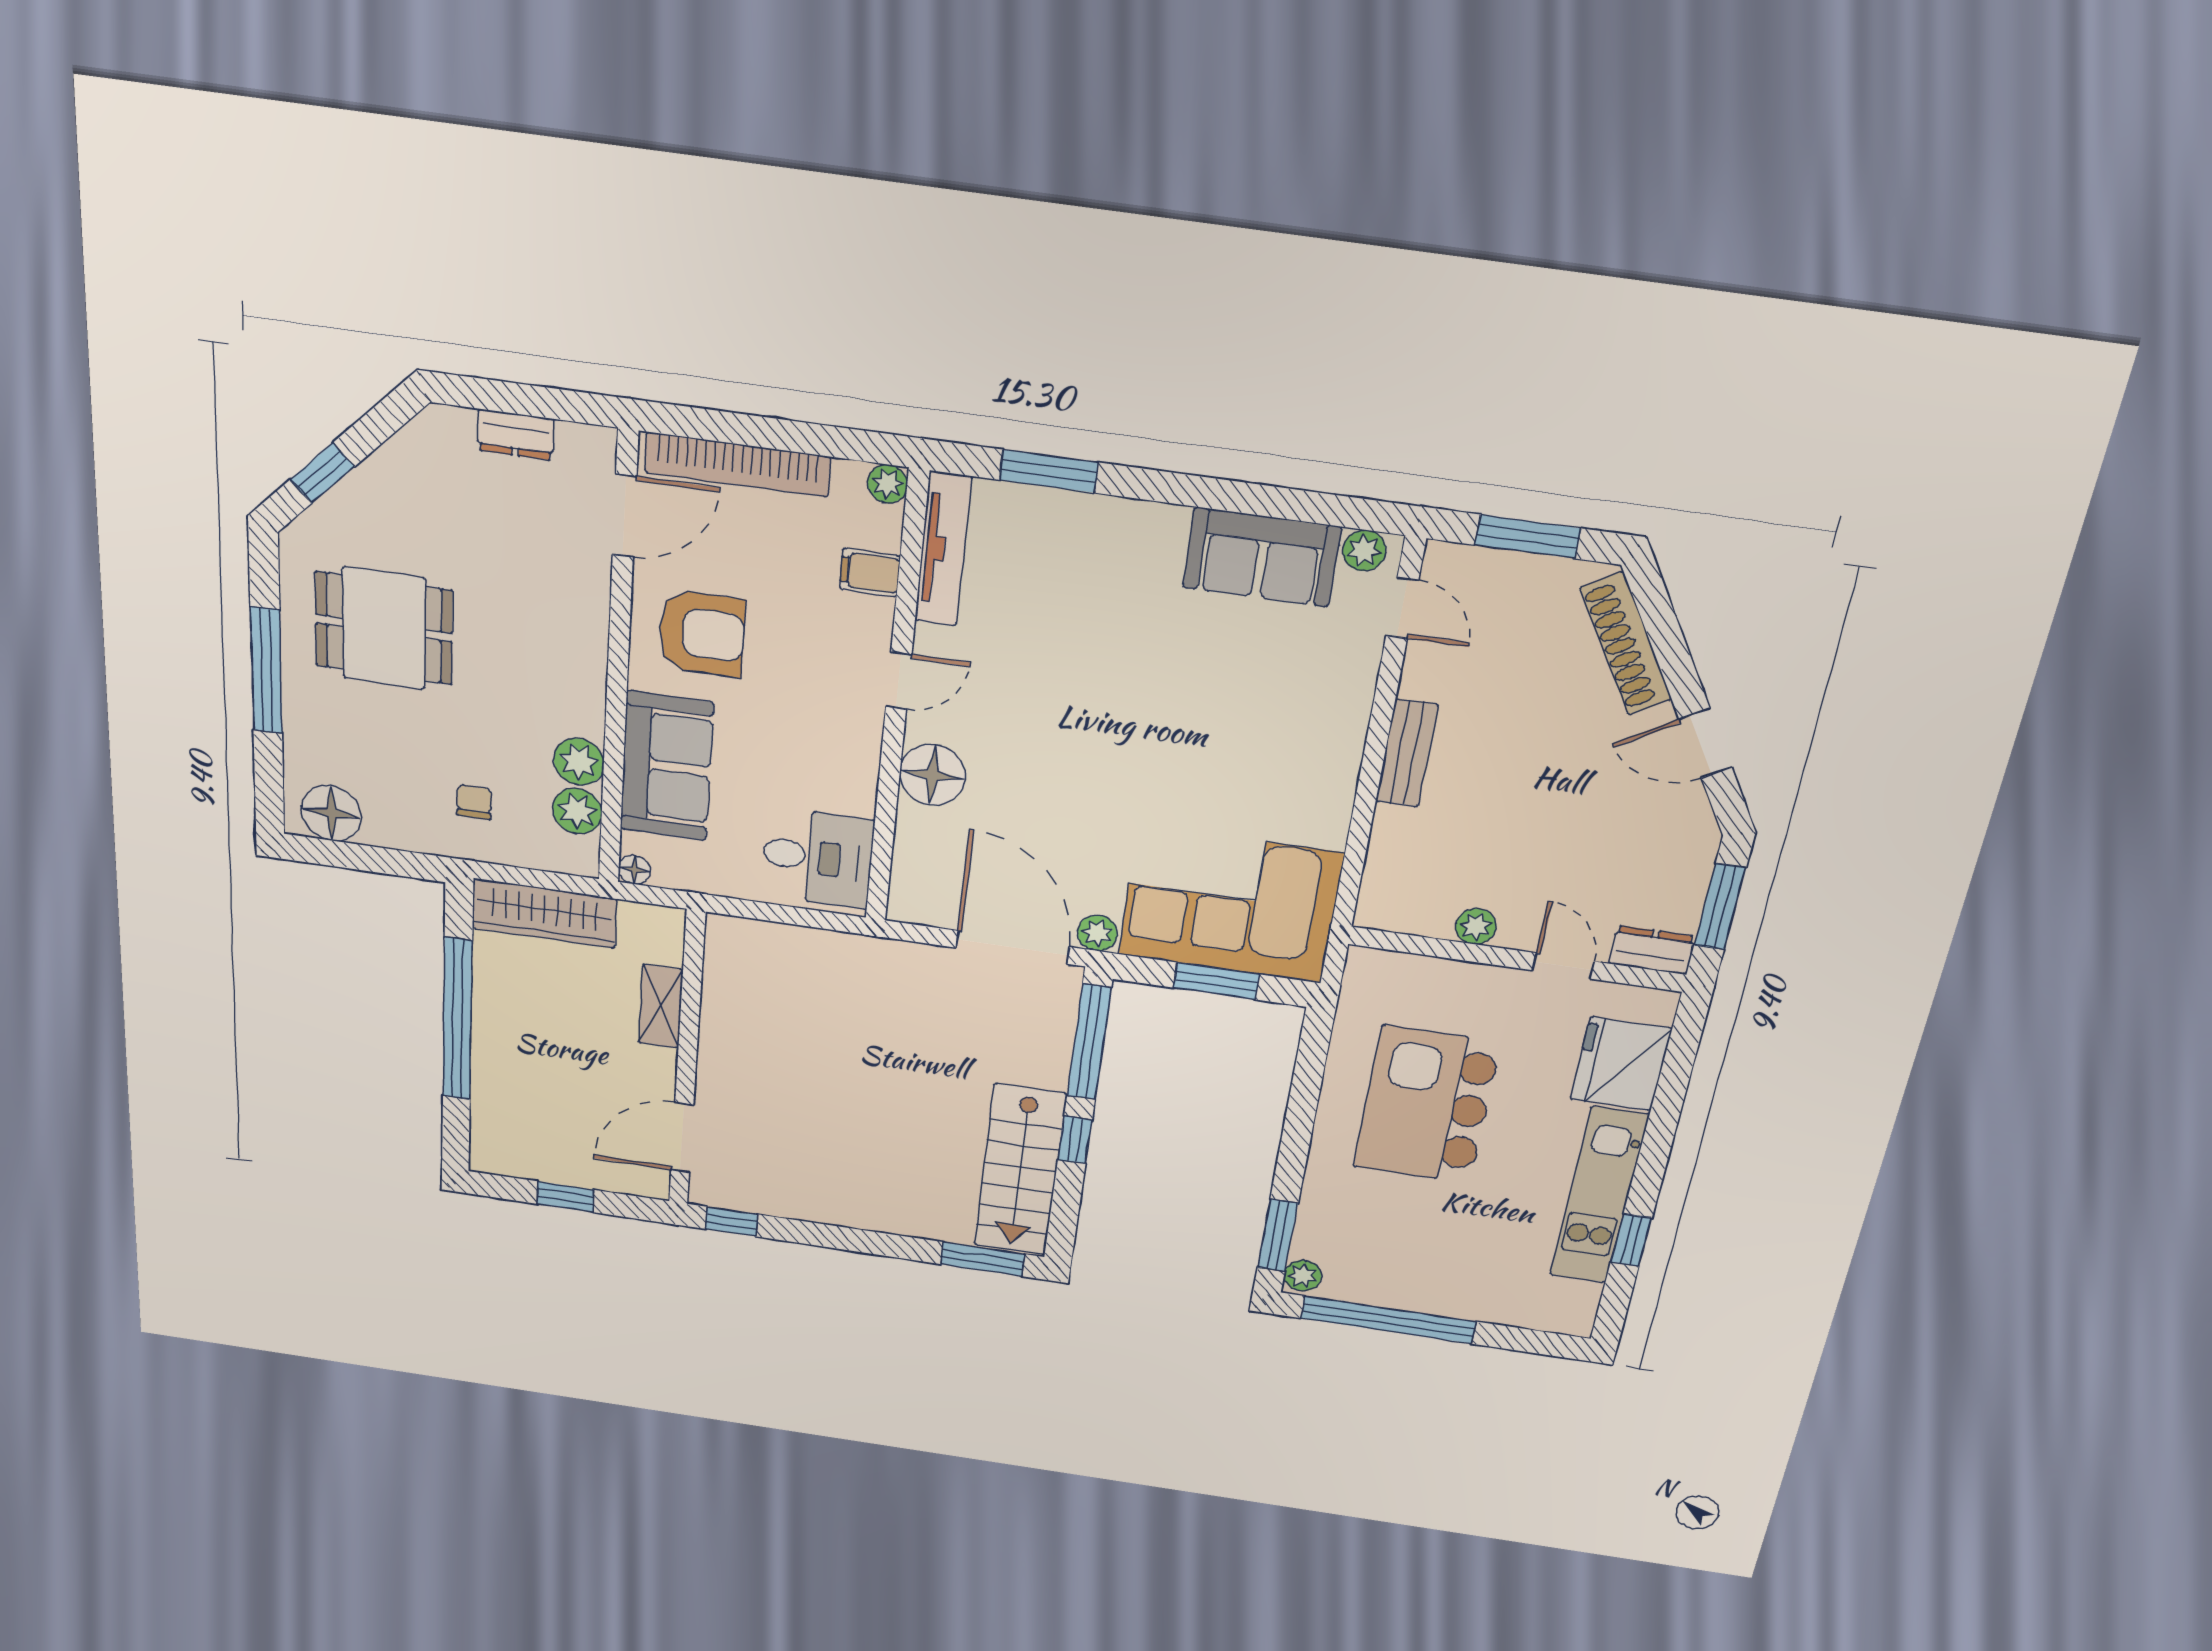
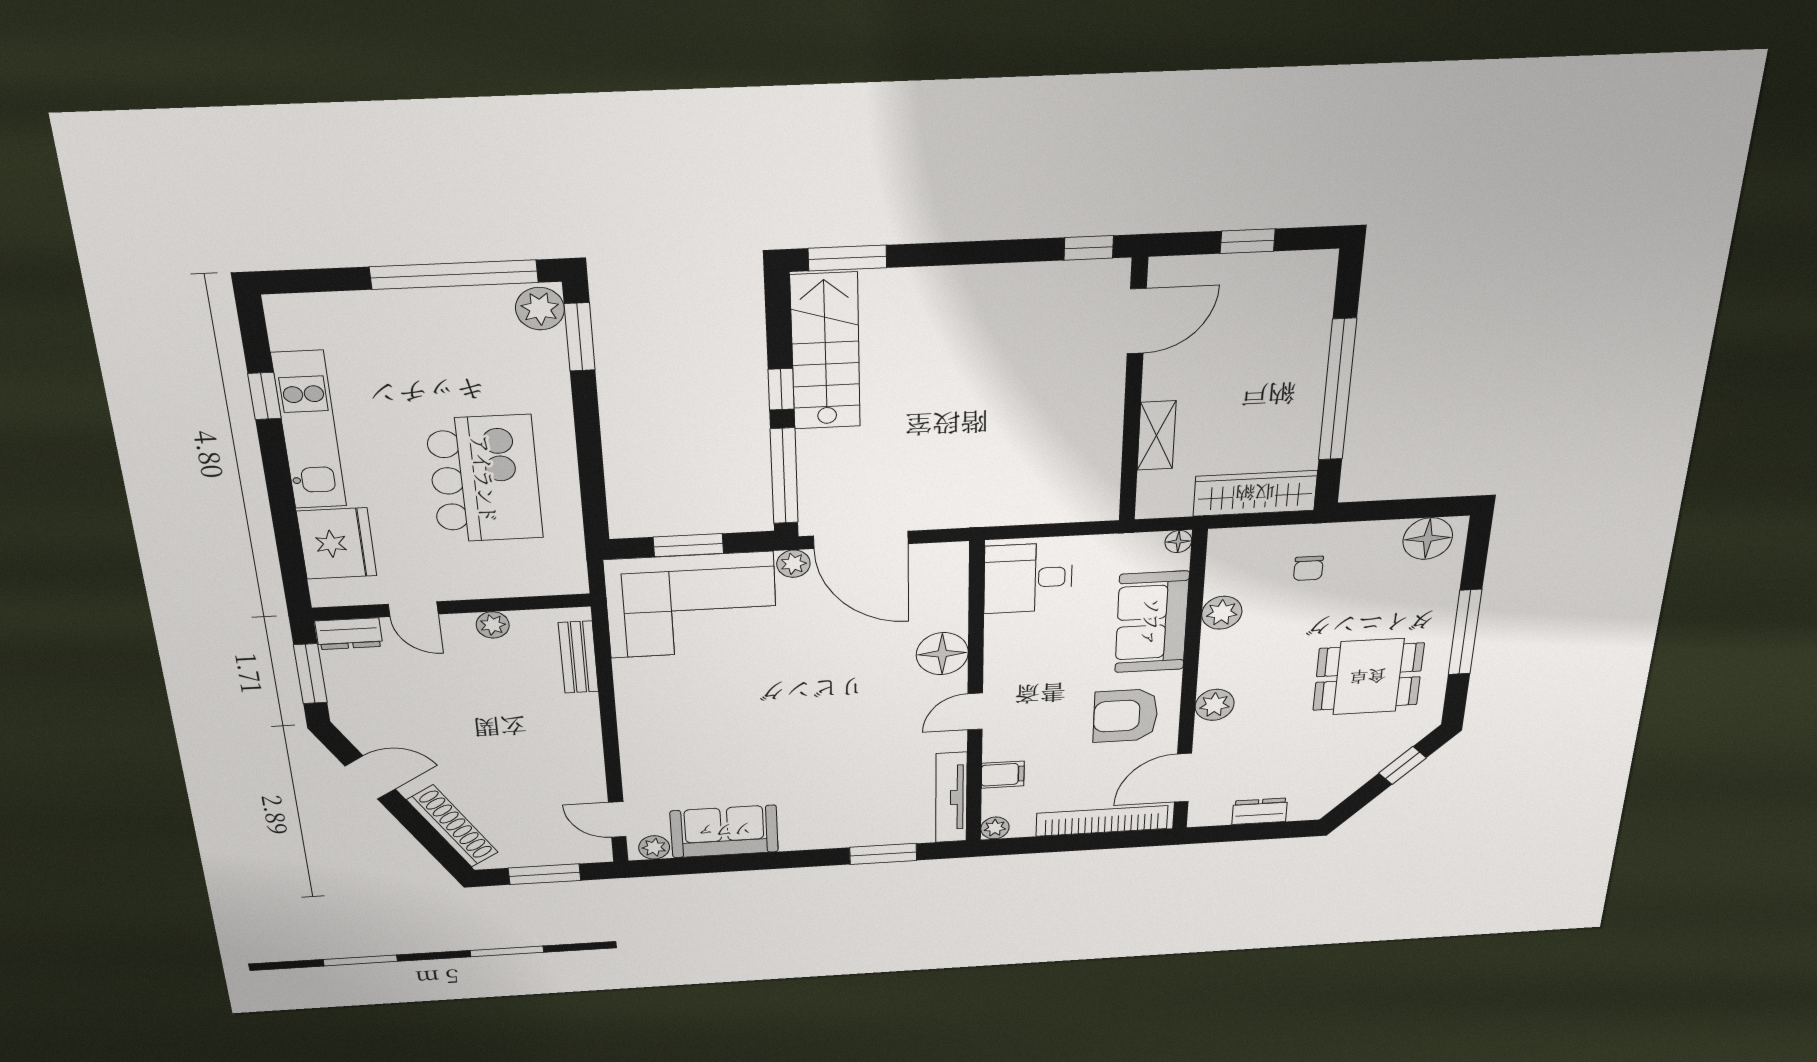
bench: (1407, 753) -> (578, 657), moved
plant: (577, 811) -> (1215, 705), moved
plant: (1303, 1276) -> (540, 309), width x1.38, depth x1.38

